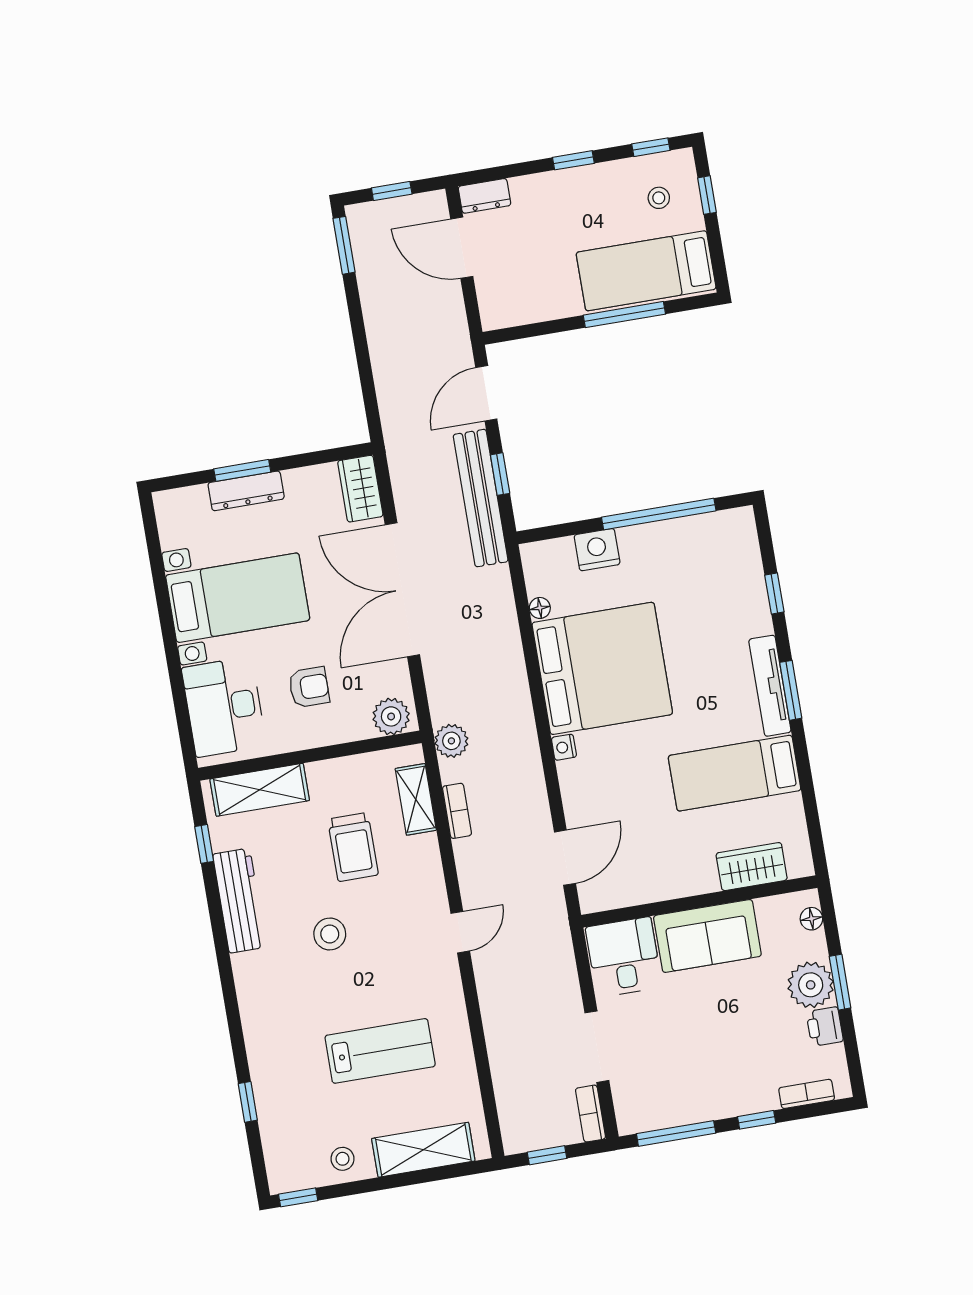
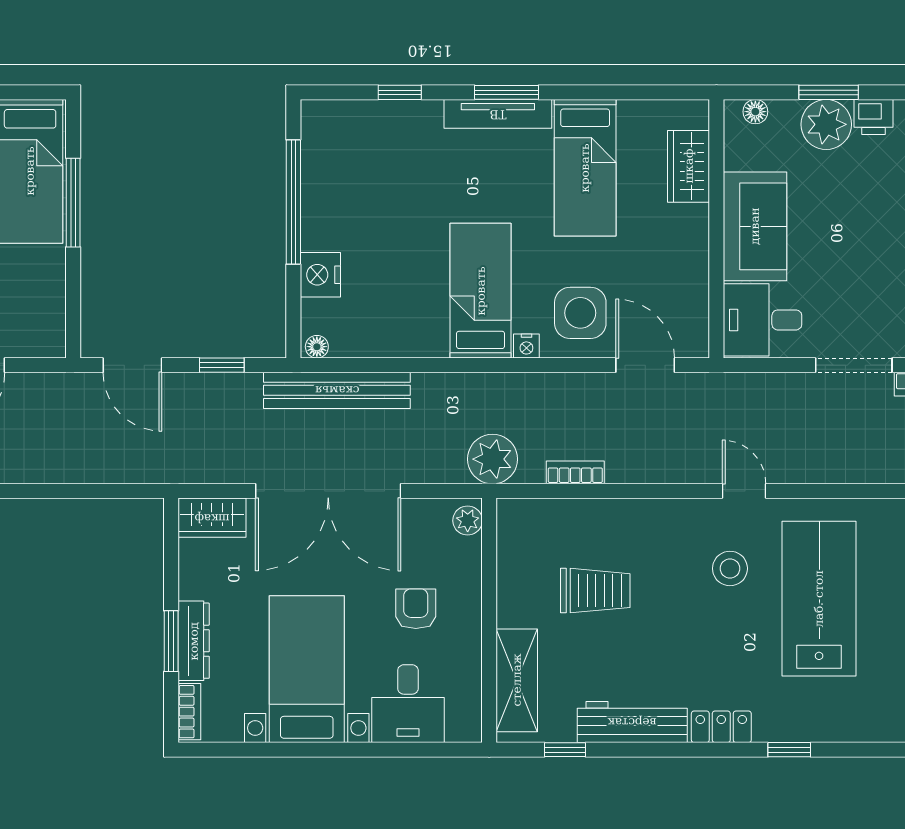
bookcase: (181, 498) -> (189, 712), added
bench: (481, 498) -> (337, 390), moved
floor lamp: (540, 608) -> (317, 347), moved
bed: (602, 668) -> (481, 291), width x0.49
desk: (224, 707) -> (408, 704), width x0.73
plant: (391, 716) -> (468, 521), width x0.73, depth x0.73
plant: (451, 741) -> (493, 459), width x1.36, depth x1.36
side table: (602, 791) -> (580, 313), added
shelving: (416, 799) -> (556, 515), removed
door: (460, 932) -> (744, 491), moved
stool: (330, 934) -> (730, 568), moved
locker: (249, 982) -> (721, 727), added
lab bench: (380, 1051) -> (819, 599), width x1.36, depth x1.39
window: (248, 1102) -> (789, 750), moved

